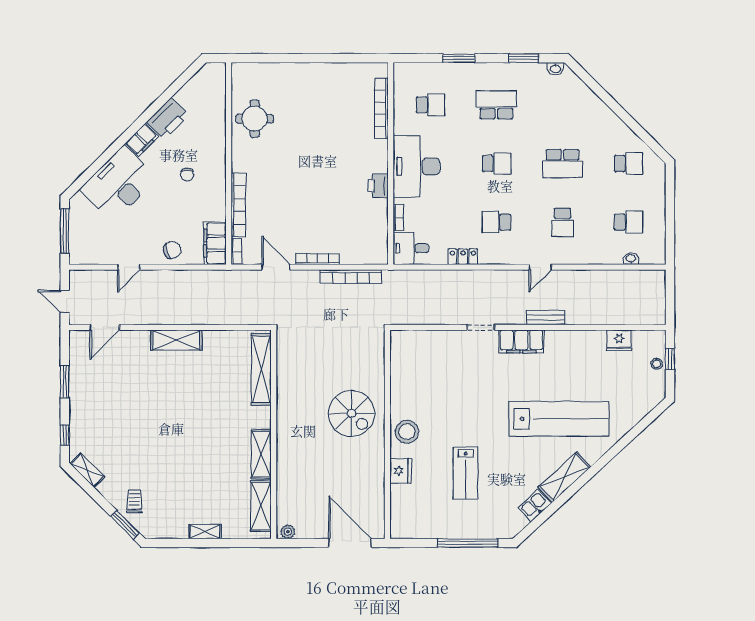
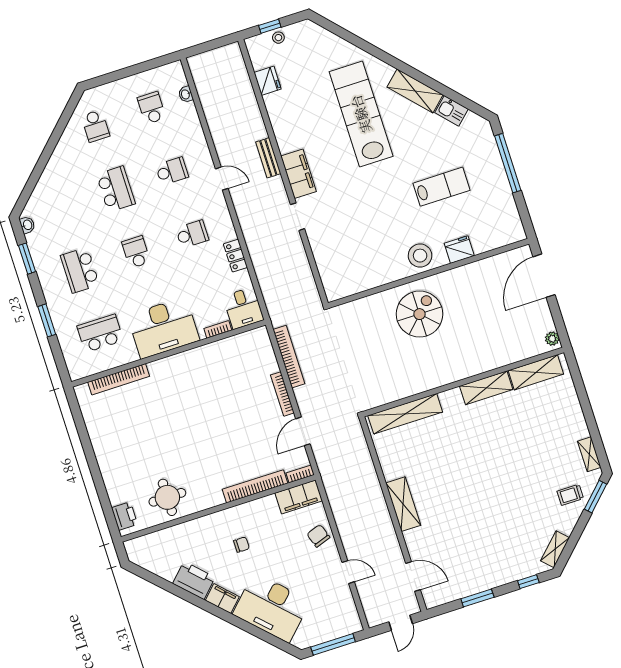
school desk: (431, 105) -> (100, 333), width x1.85
school desk: (628, 164) -> (95, 126), turned 180
printer: (378, 186) -> (125, 516), moved, turned -90
school desk: (497, 222) -> (192, 234), turned -90
shelving: (205, 532) -> (589, 454), moved

